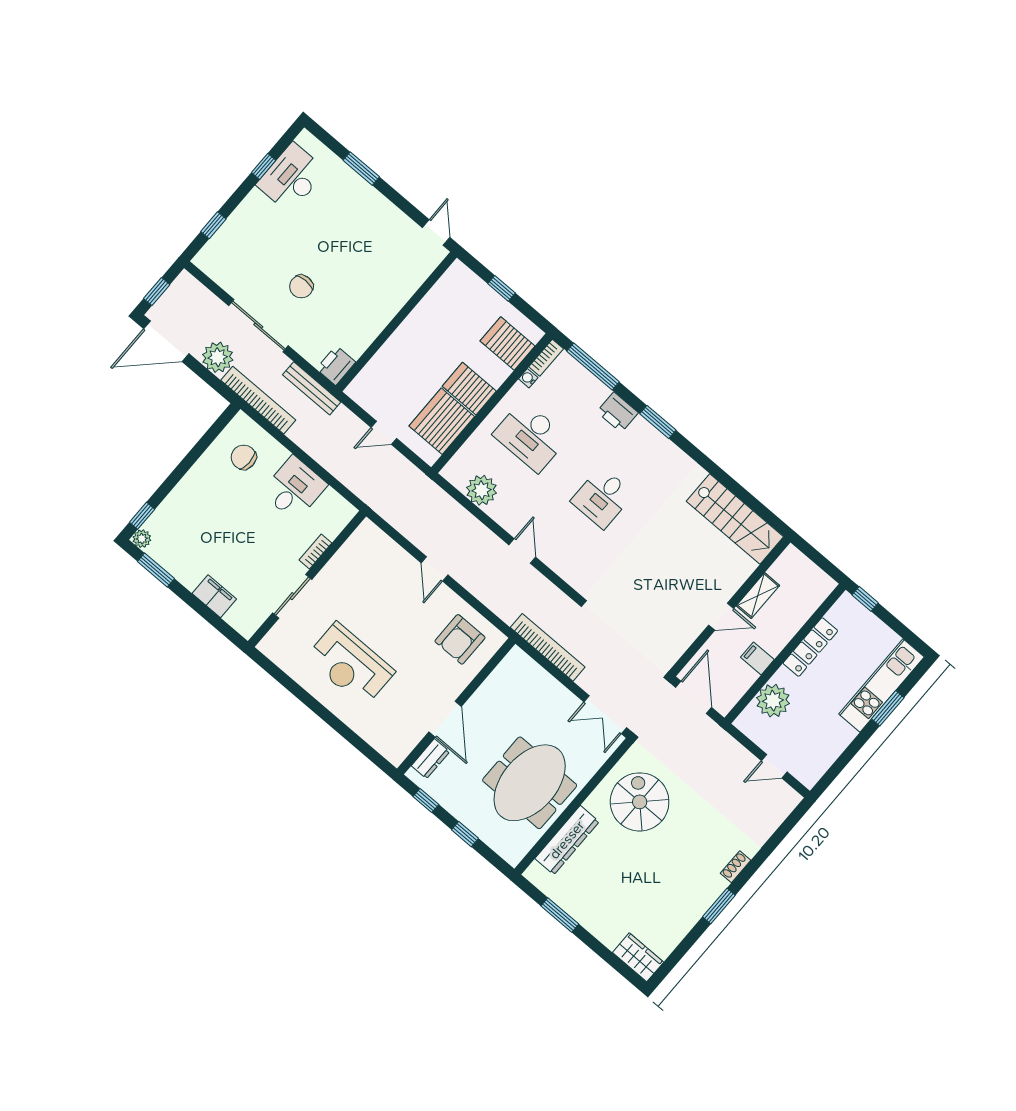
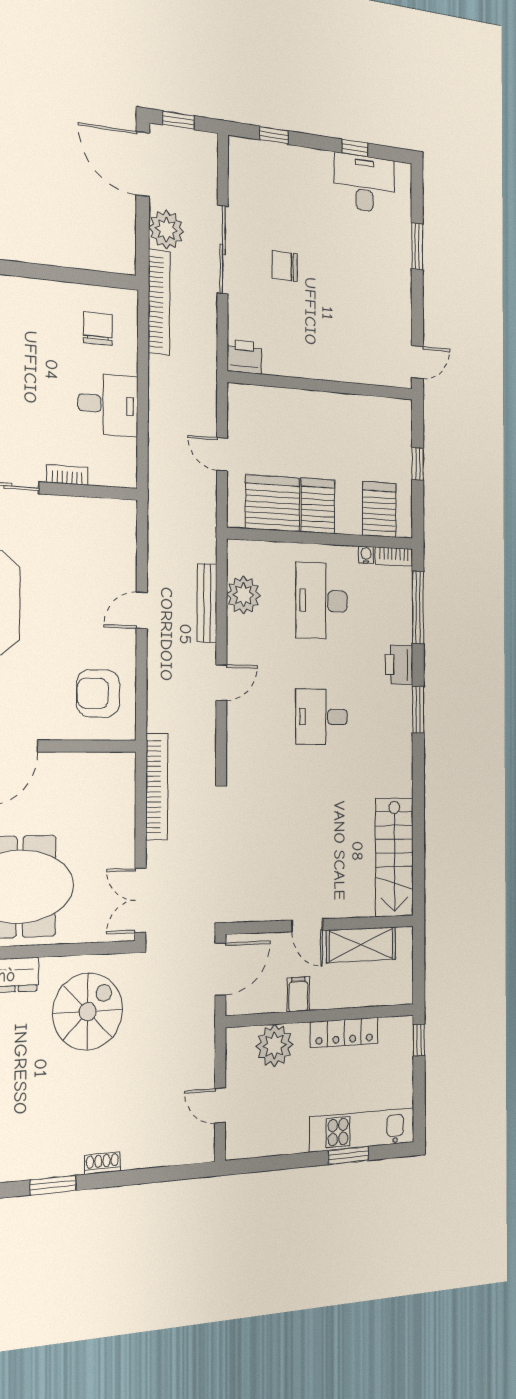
bench: (312, 388) -> (207, 603), moved
shelving: (758, 596) -> (361, 945), width x1.50, depth x1.33

